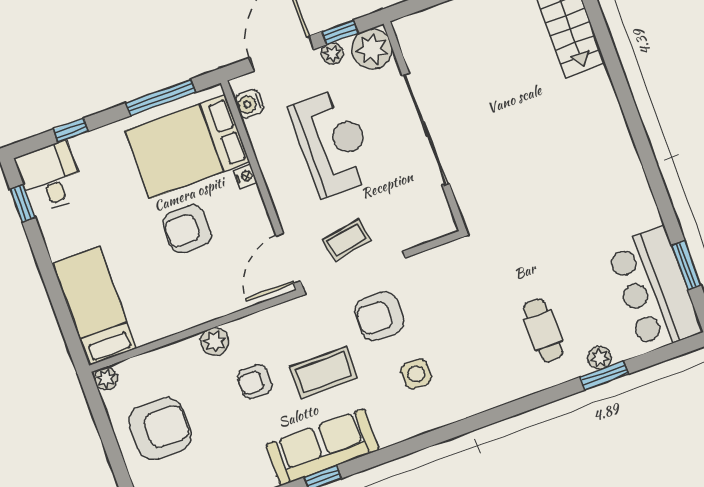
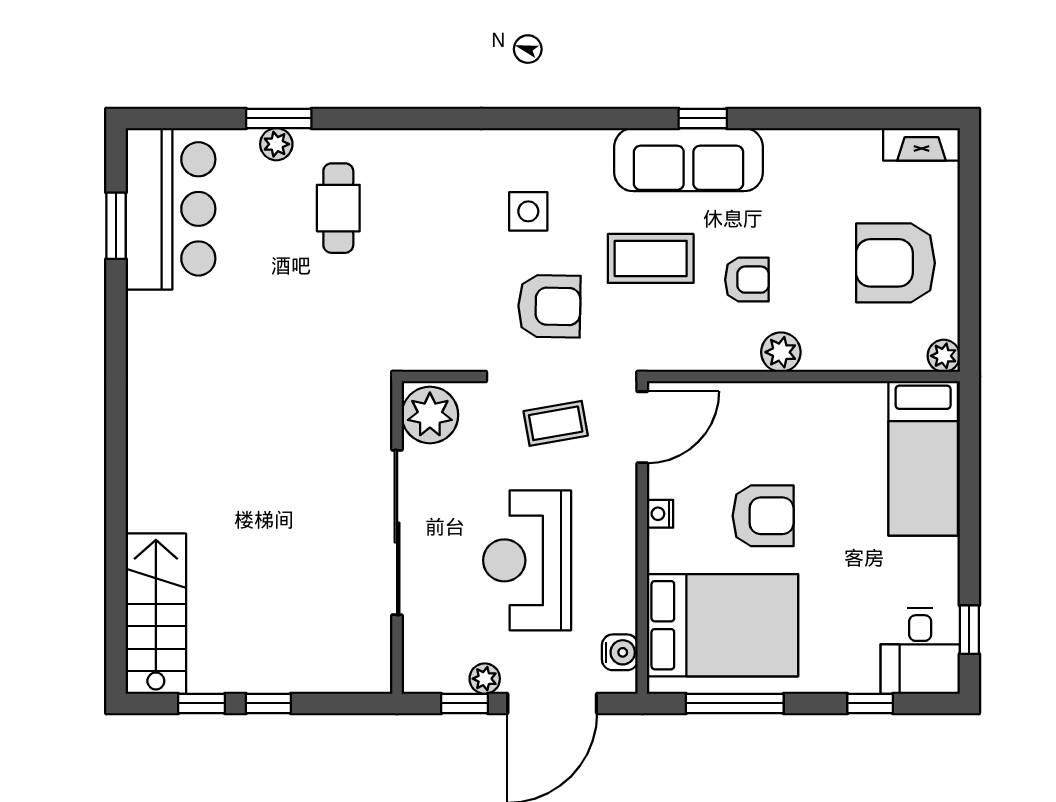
plant: (372, 49) -> (430, 415), moved
nightstand: (245, 177) -> (660, 514), moved

